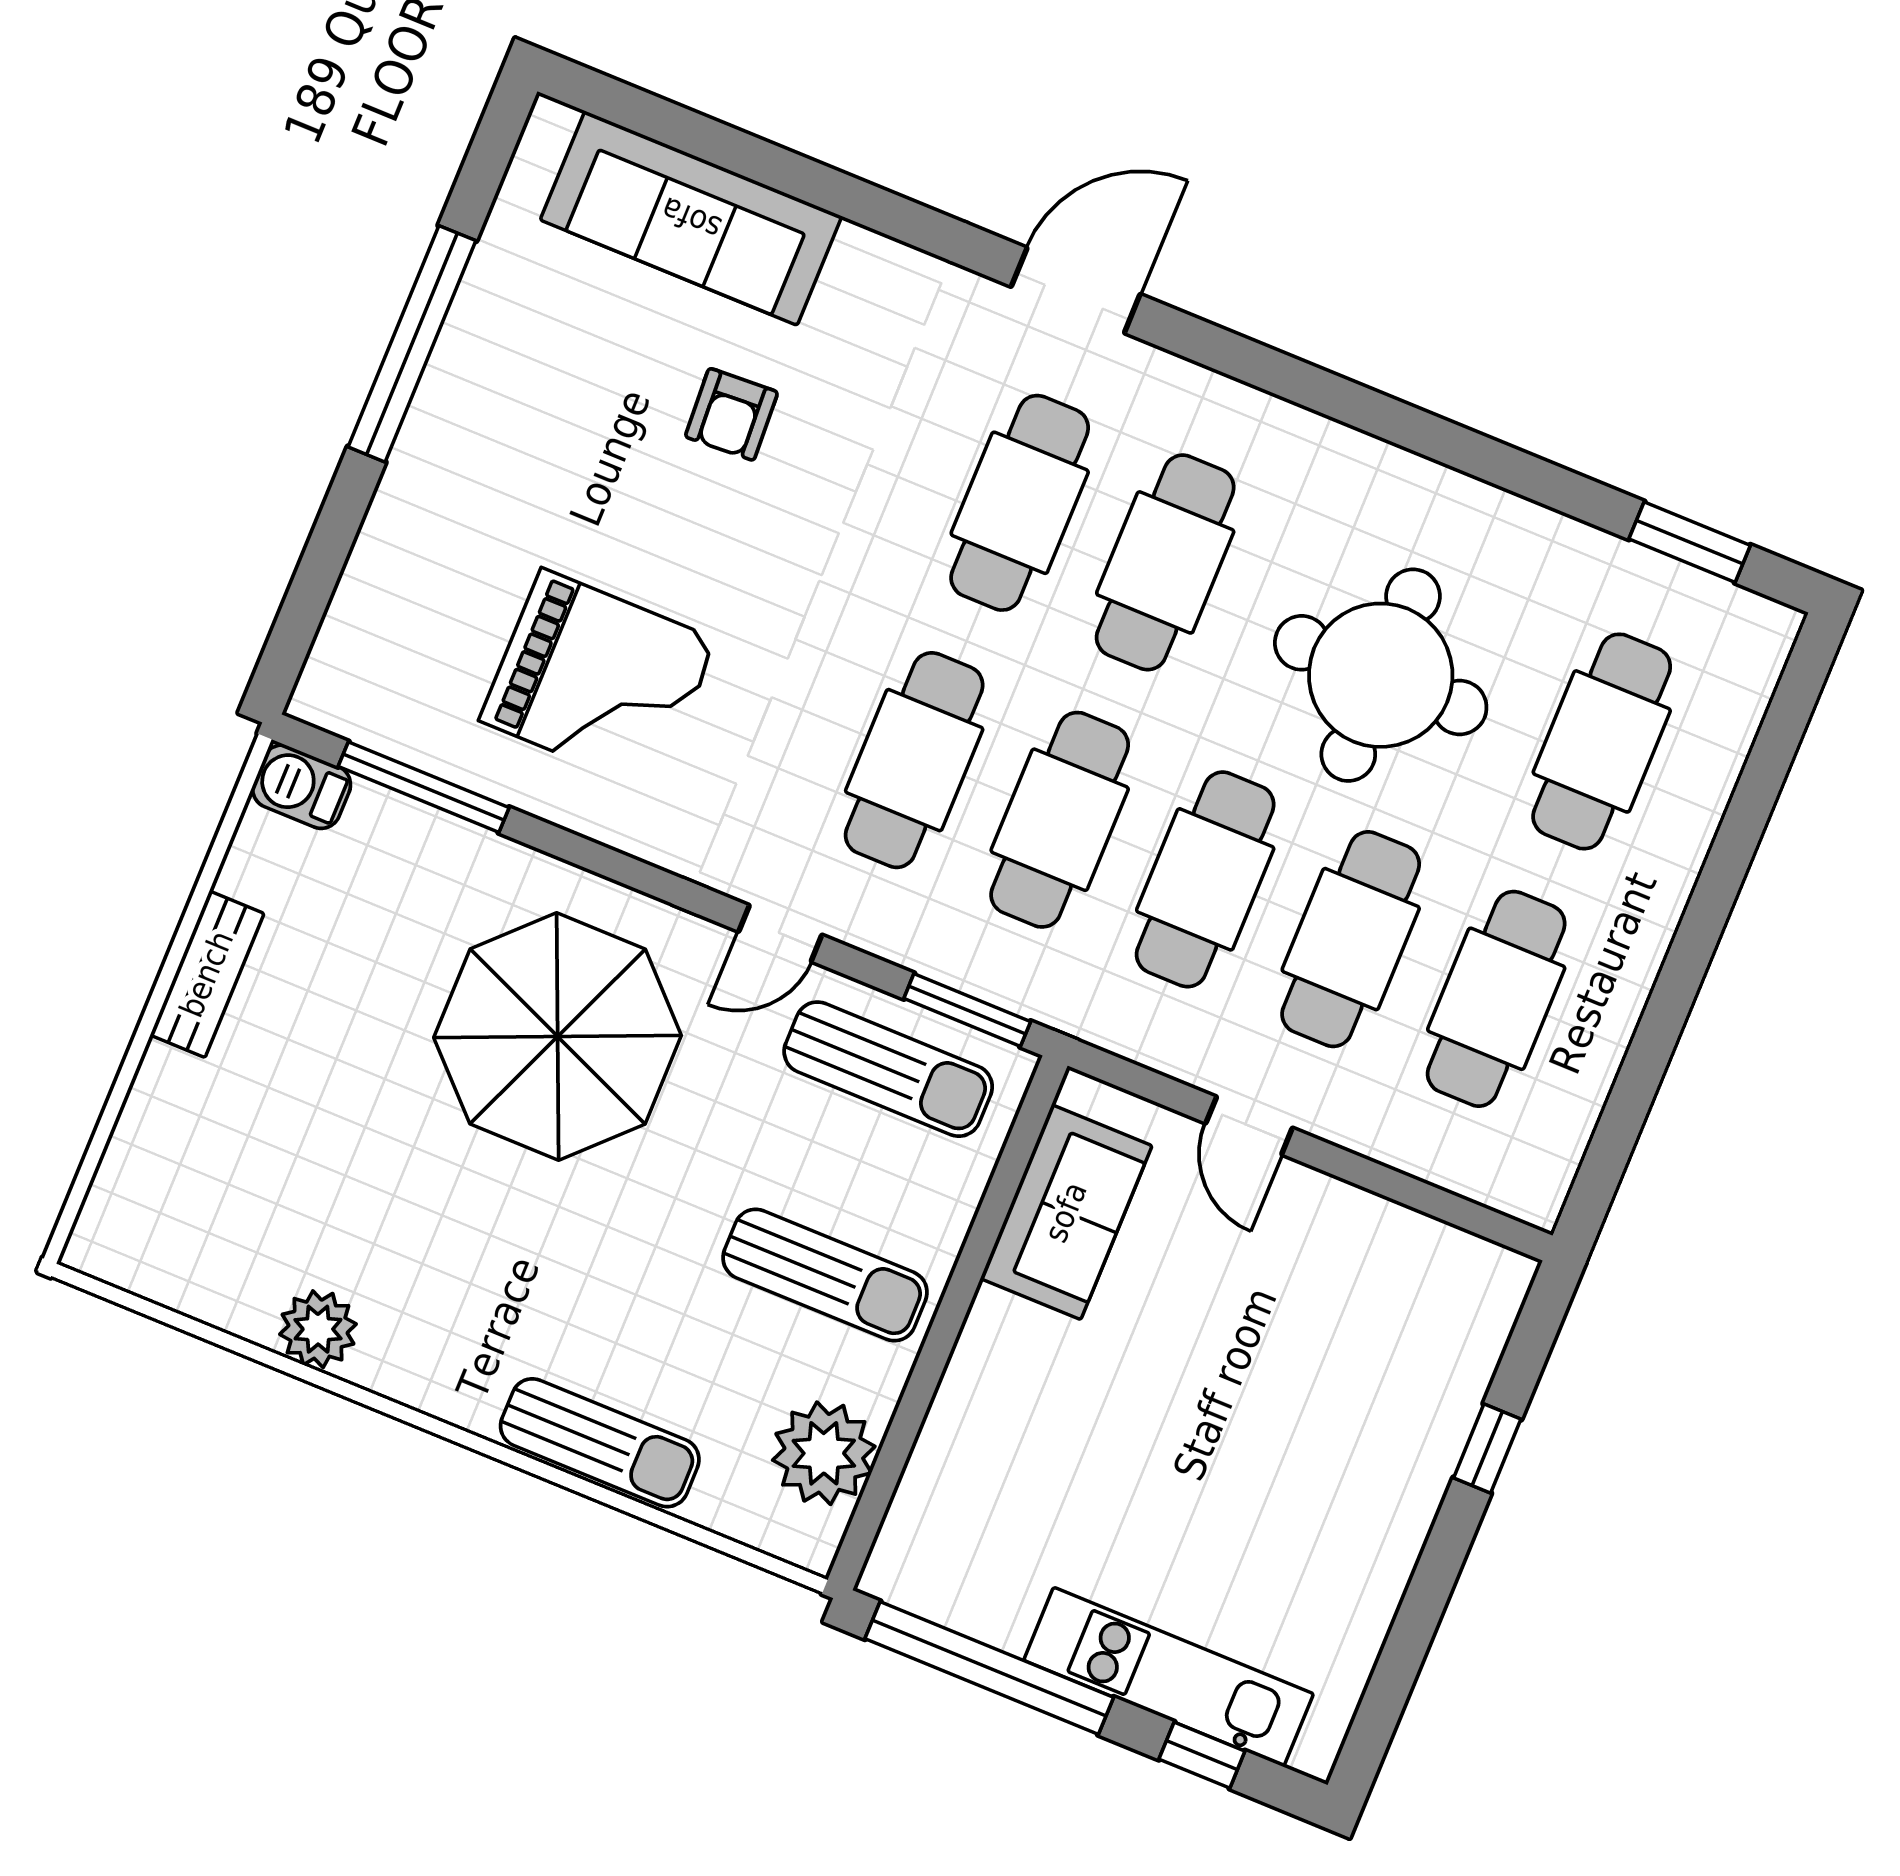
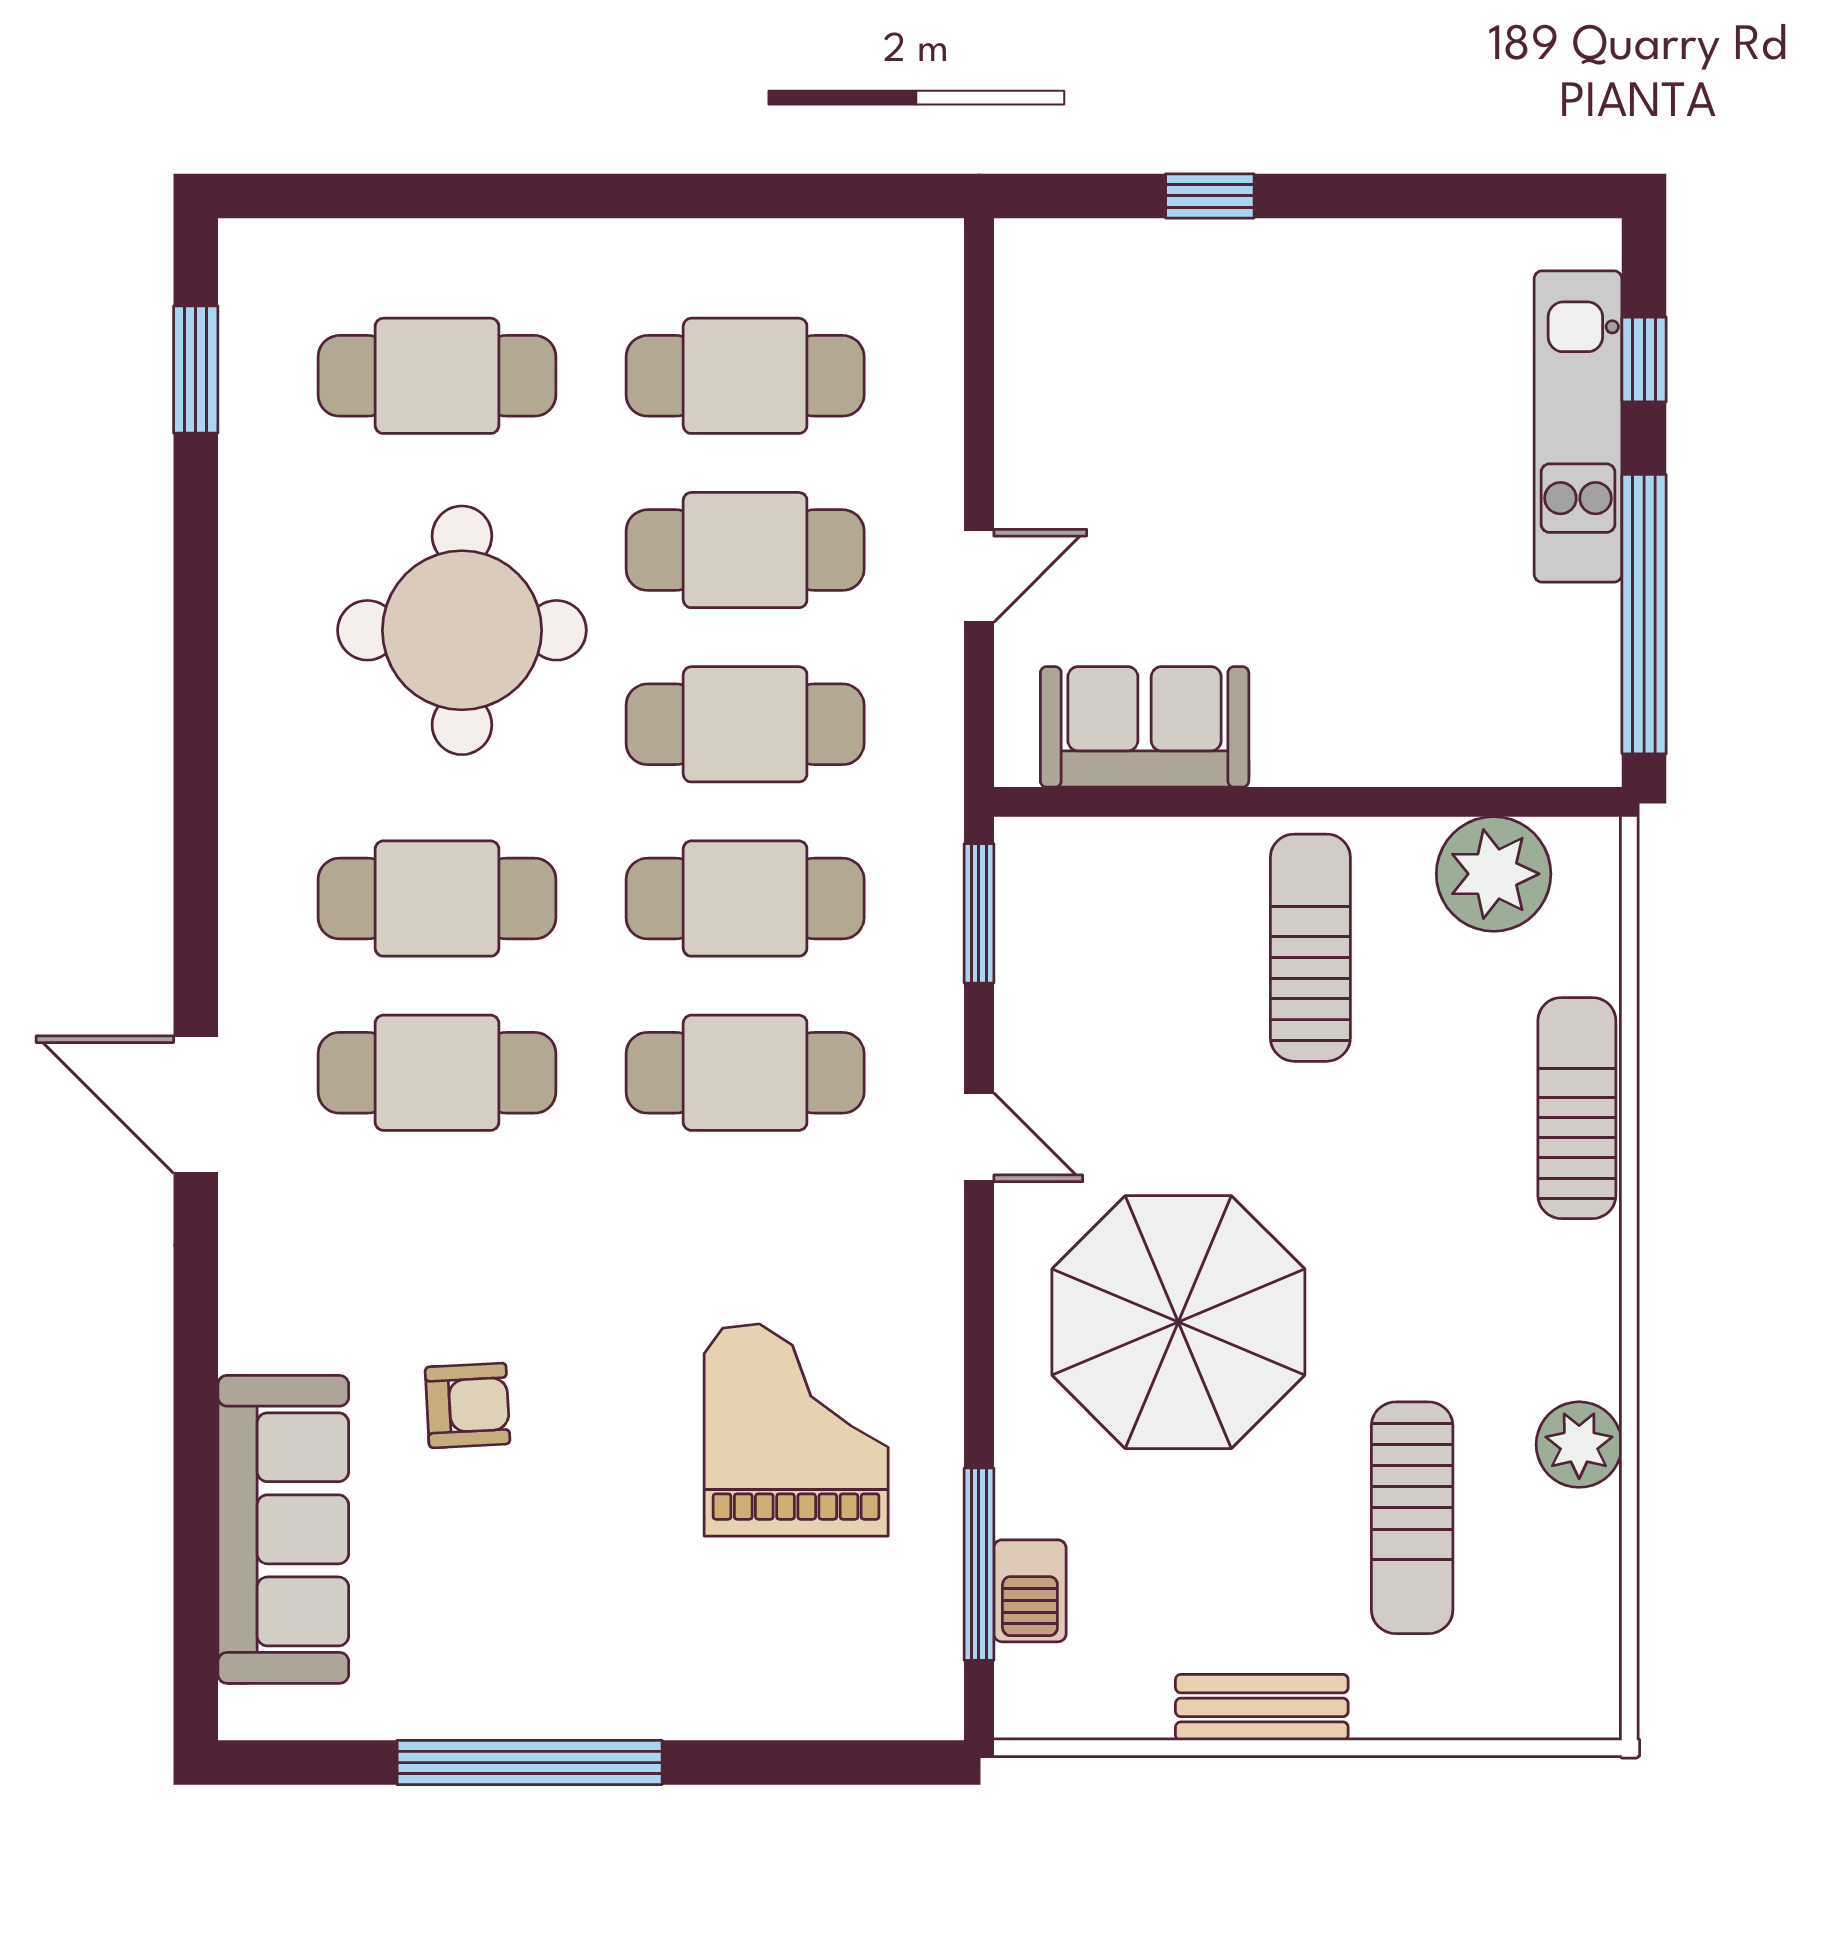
barbecue: (302, 787) -> (1030, 1591), moved
sun lounger: (888, 1069) -> (1412, 1518), moved, turned 180

